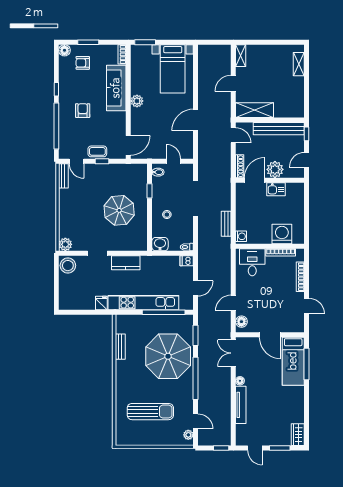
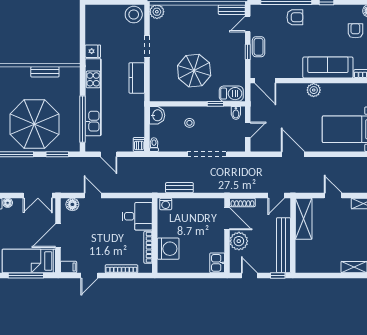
armchair: (83, 111) -> (295, 17), moved
barbecue: (140, 176) -> (231, 94), added
kitchen sink: (276, 189) -> (217, 263), moved
filing cabinet: (299, 325) -> (69, 267), added
double door: (233, 353) -> (38, 196), swing flipped

